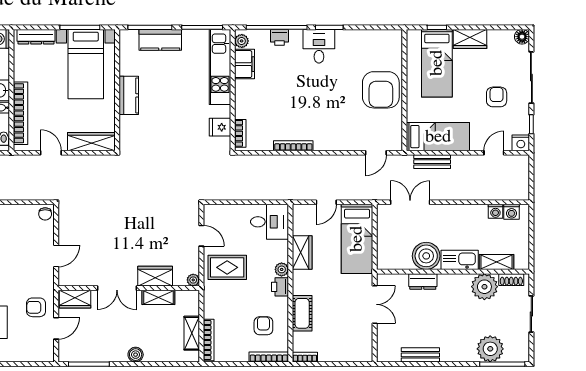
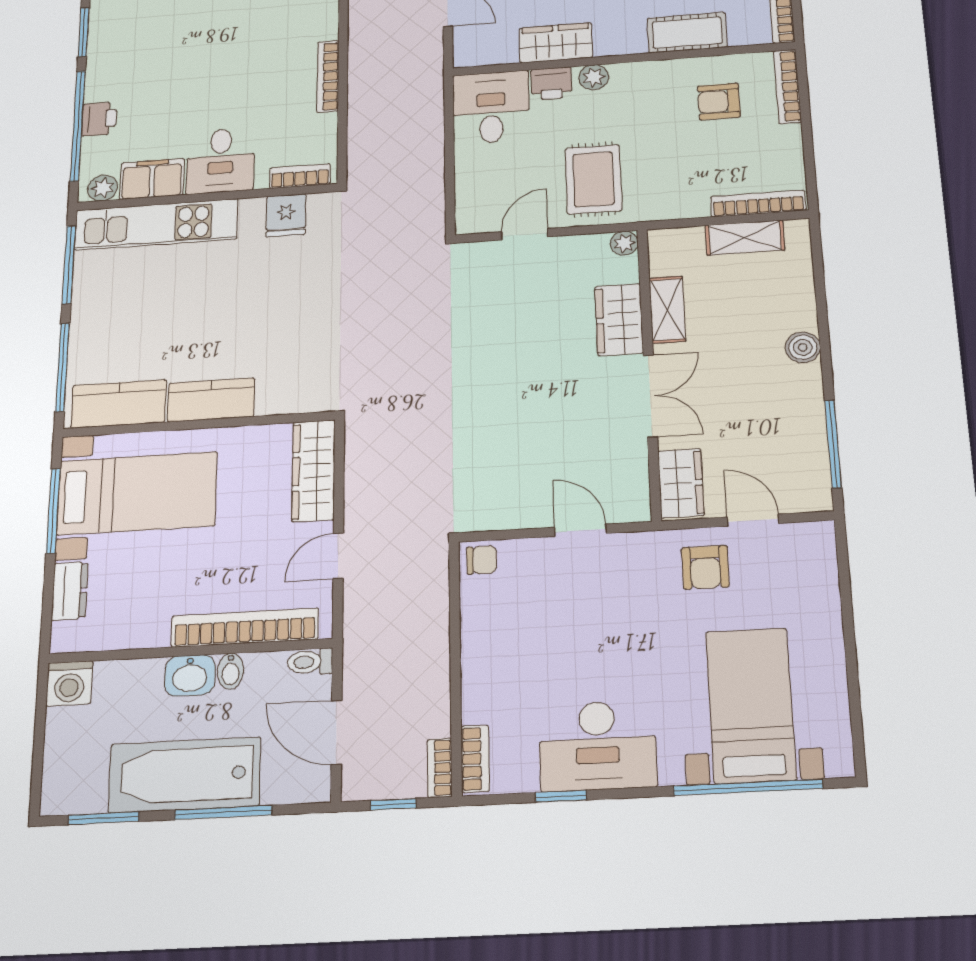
dresser: (36, 37) -> (70, 591), width x0.70
kitchen counter: (160, 40) -> (119, 404), moved, turned -90
desk: (319, 46) -> (220, 161), moved, turned -90
printer: (280, 287) -> (551, 83), moved

